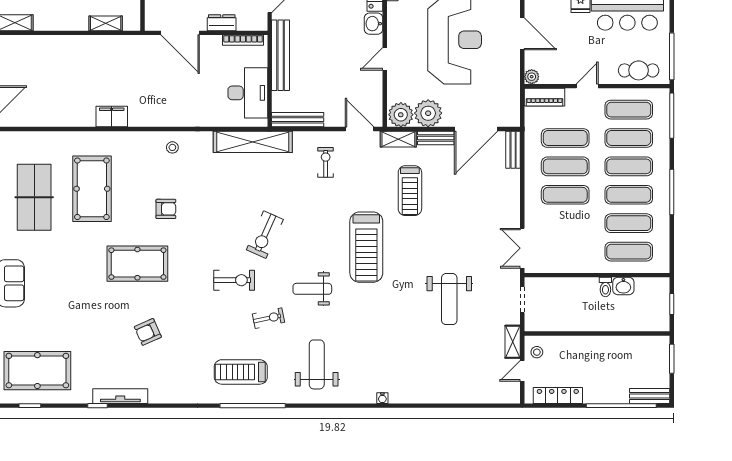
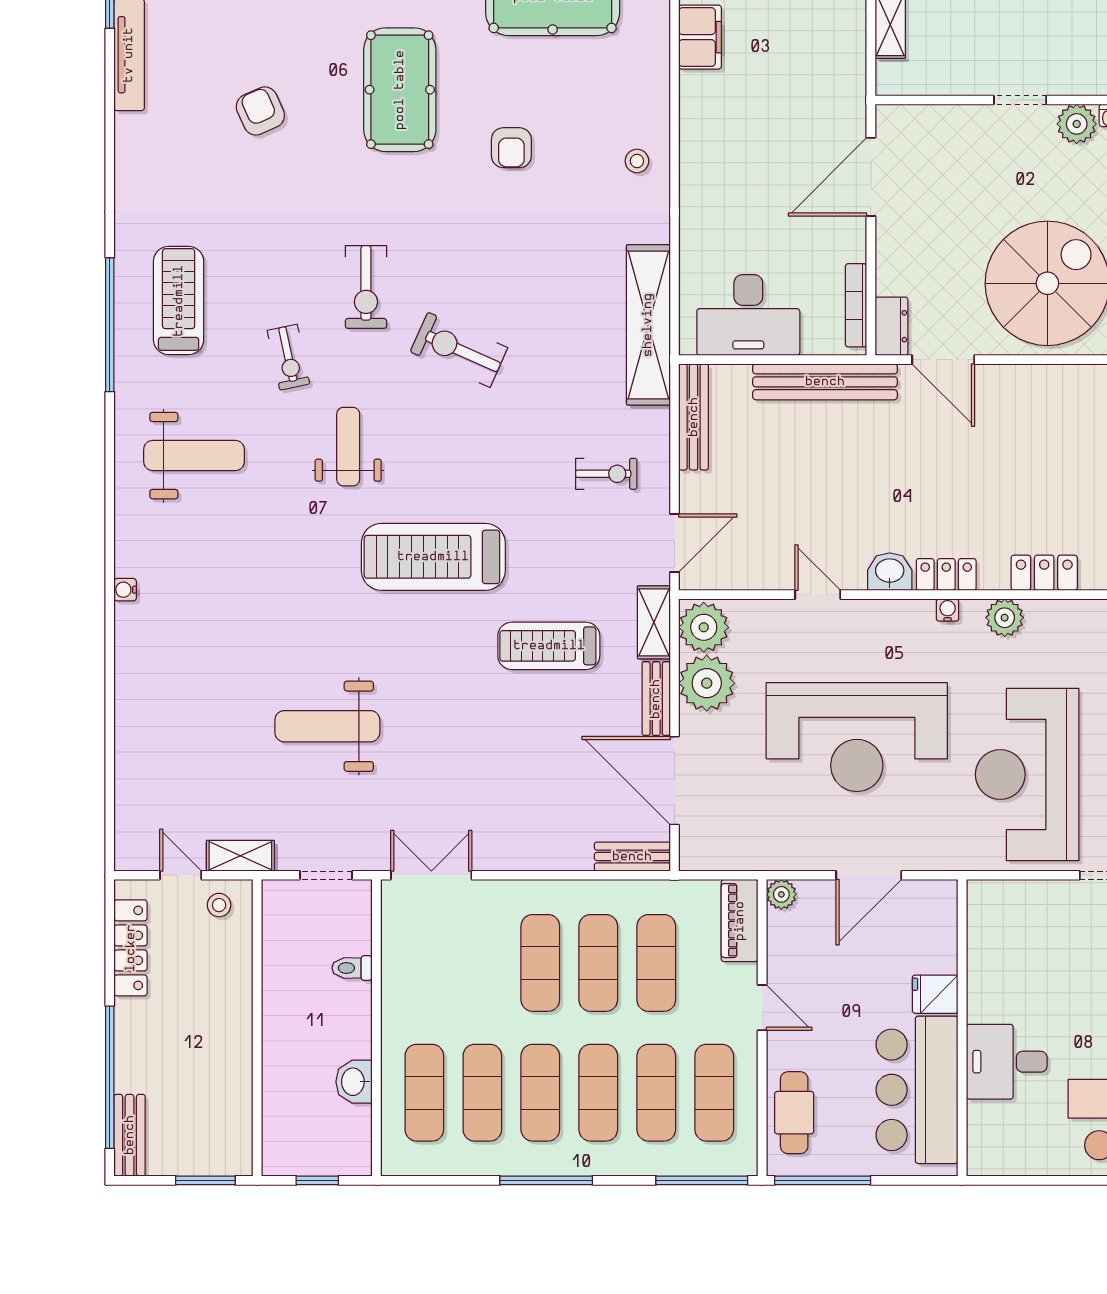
dresser: (222, 23) -> (892, 326), moved
toilet: (605, 287) -> (352, 968), moved

